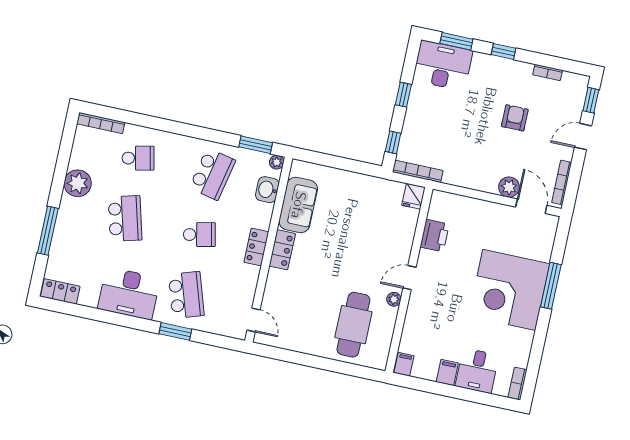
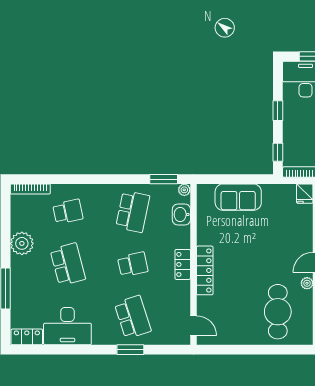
sofa: (298, 205) -> (238, 197), moved, turned 90
locker: (282, 250) -> (205, 270), width x1.53
desk: (129, 293) -> (67, 326), moved

